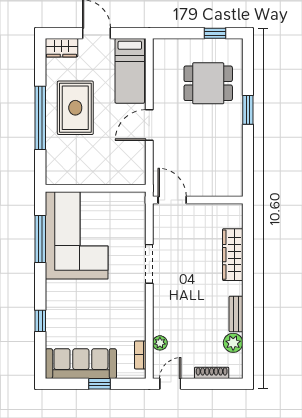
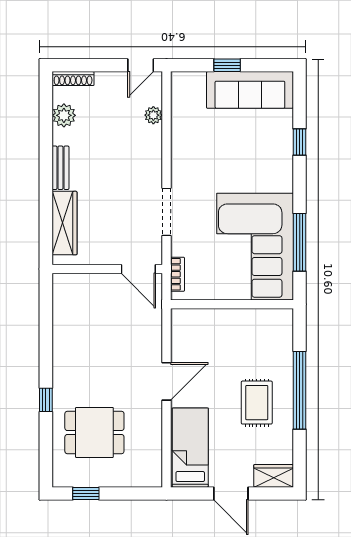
rug: (75, 108) -> (257, 403), width x0.73, depth x0.70
window: (248, 110) -> (46, 400), width x0.67
door: (172, 200) -> (138, 269), moved
wall: (198, 200) -> (107, 269), moved
bench: (236, 314) -> (60, 168), moved
bookcase: (140, 355) -> (177, 274), moved
shoe rack: (212, 373) -> (73, 79), moved

